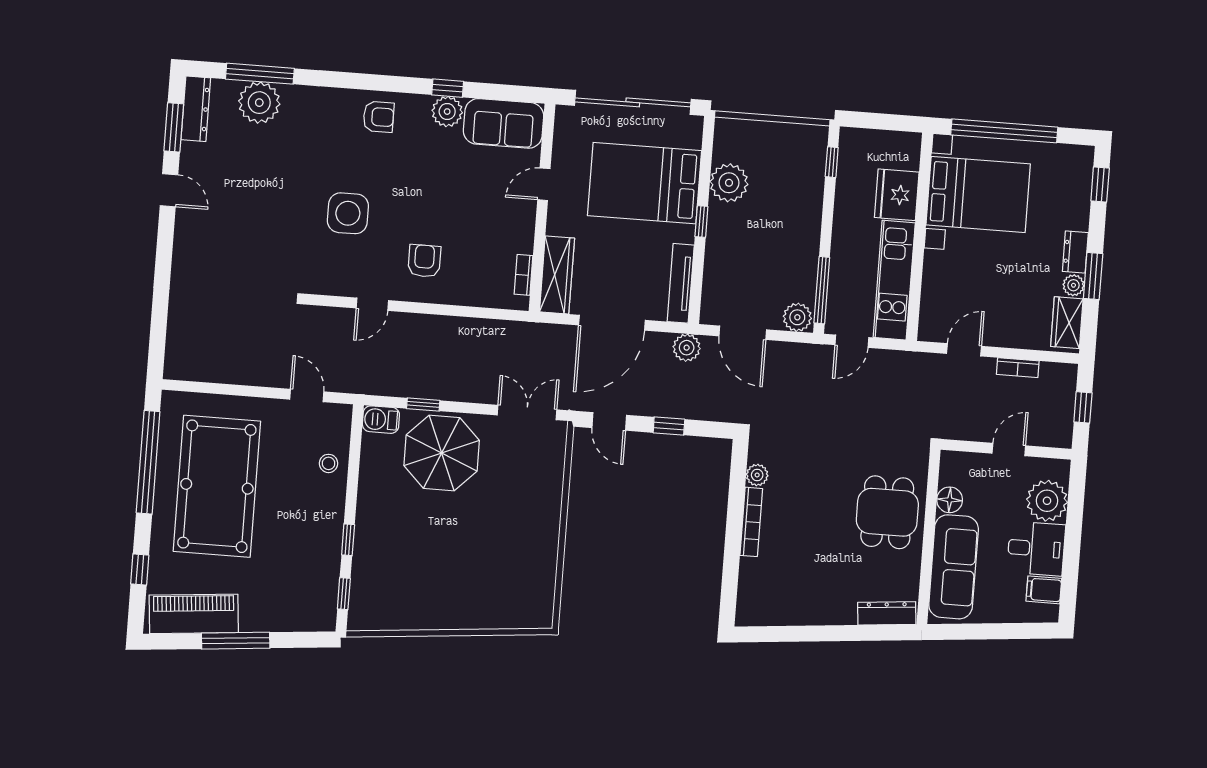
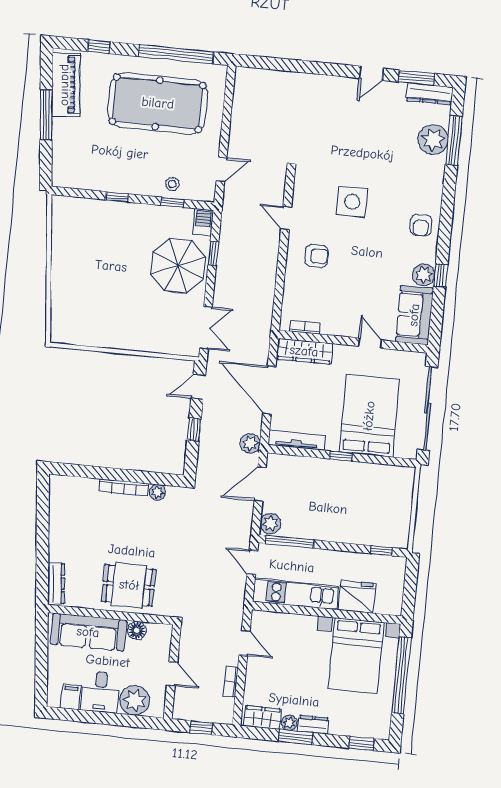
plant: (729, 183) -> (368, 476), removed
window: (344, 594) -> (172, 202), moved

